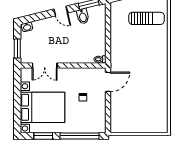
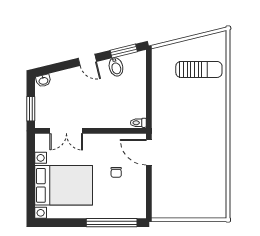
door: (108, 82) -> (149, 152), swing flipped
window: (43, 136) -> (64, 223), removed

